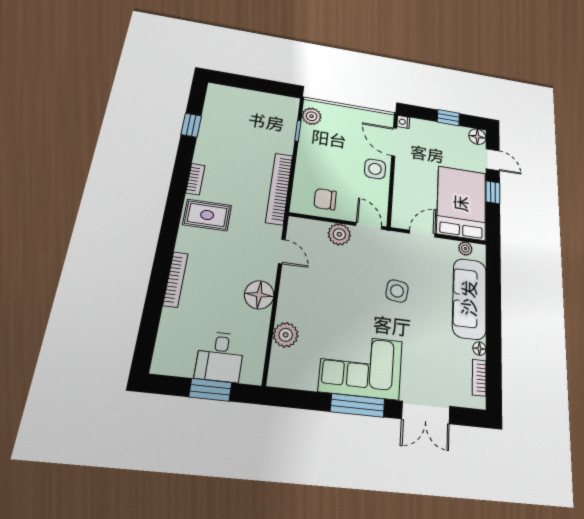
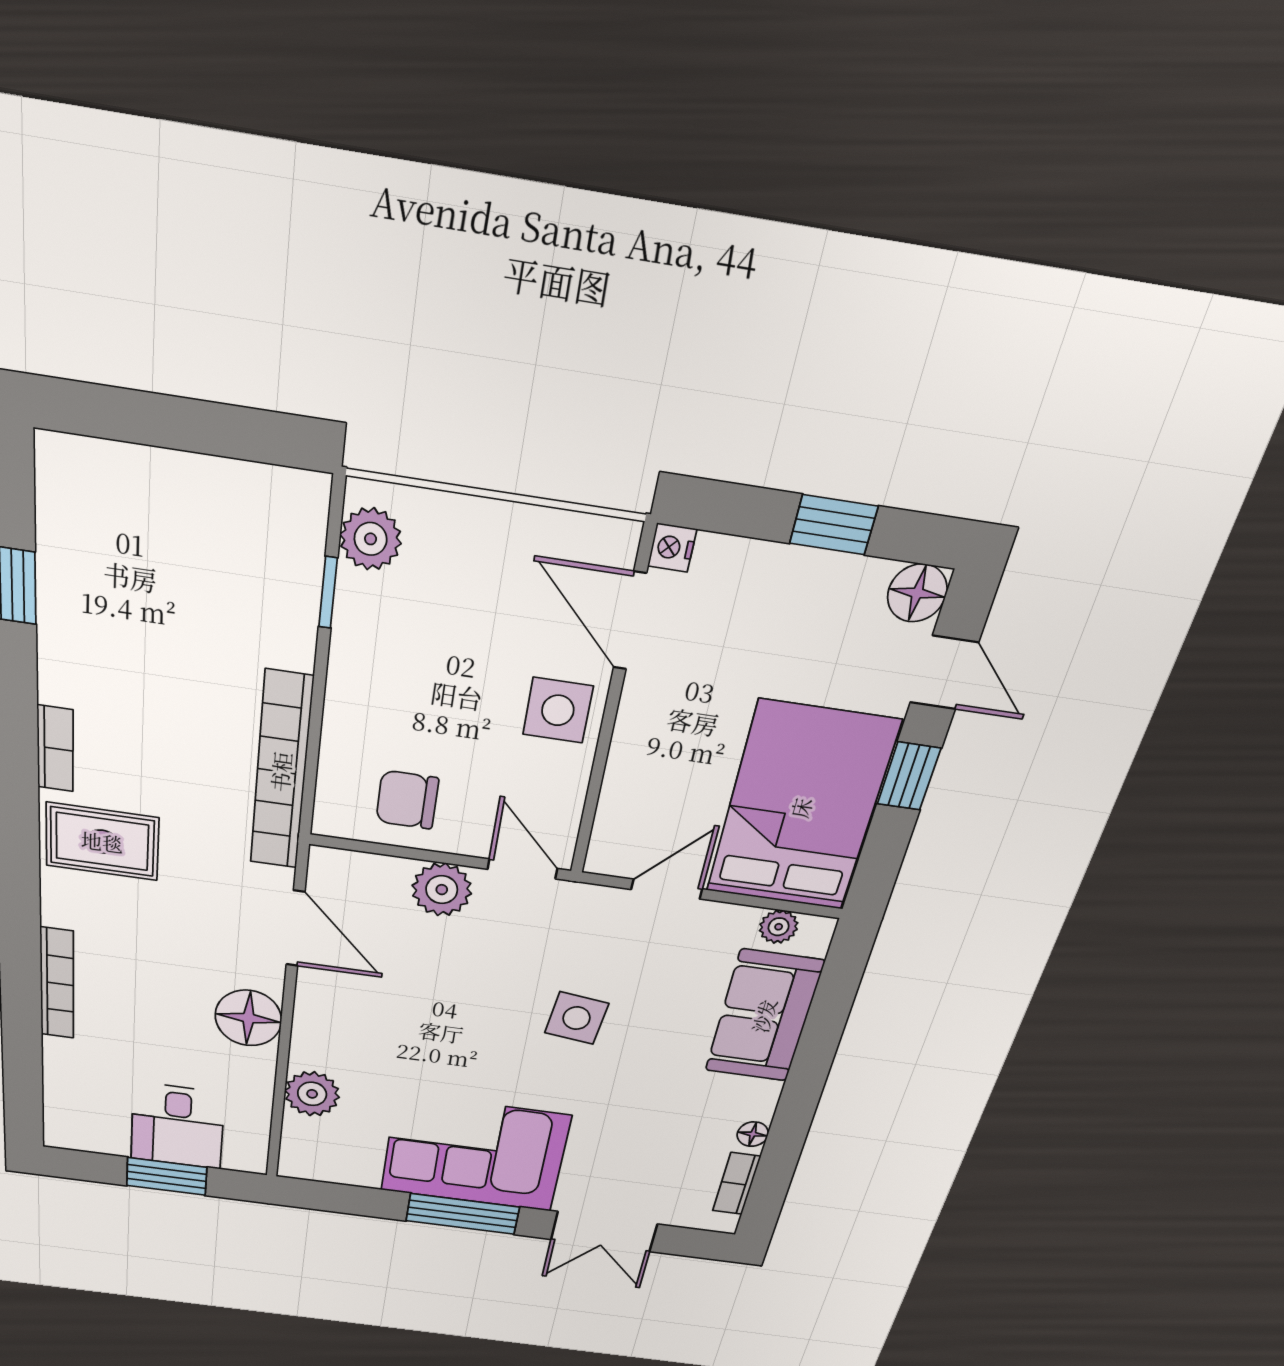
door: (282, 252) -> (296, 928), width x1.38
sofa: (469, 298) -> (764, 1016), width x0.73

